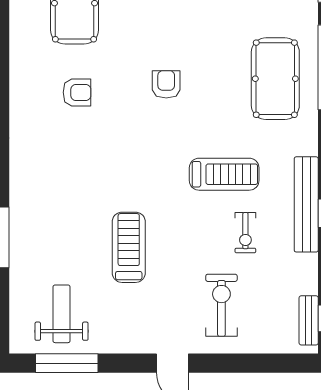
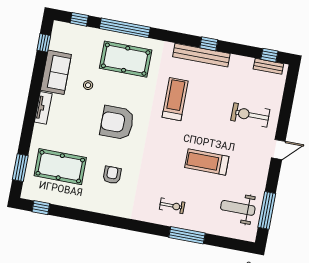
stool: (220, 24) -> (88, 85), added
armchair: (166, 84) -> (117, 123), width x1.88, depth x1.88
exercise bike: (245, 233) -> (172, 206), moved

